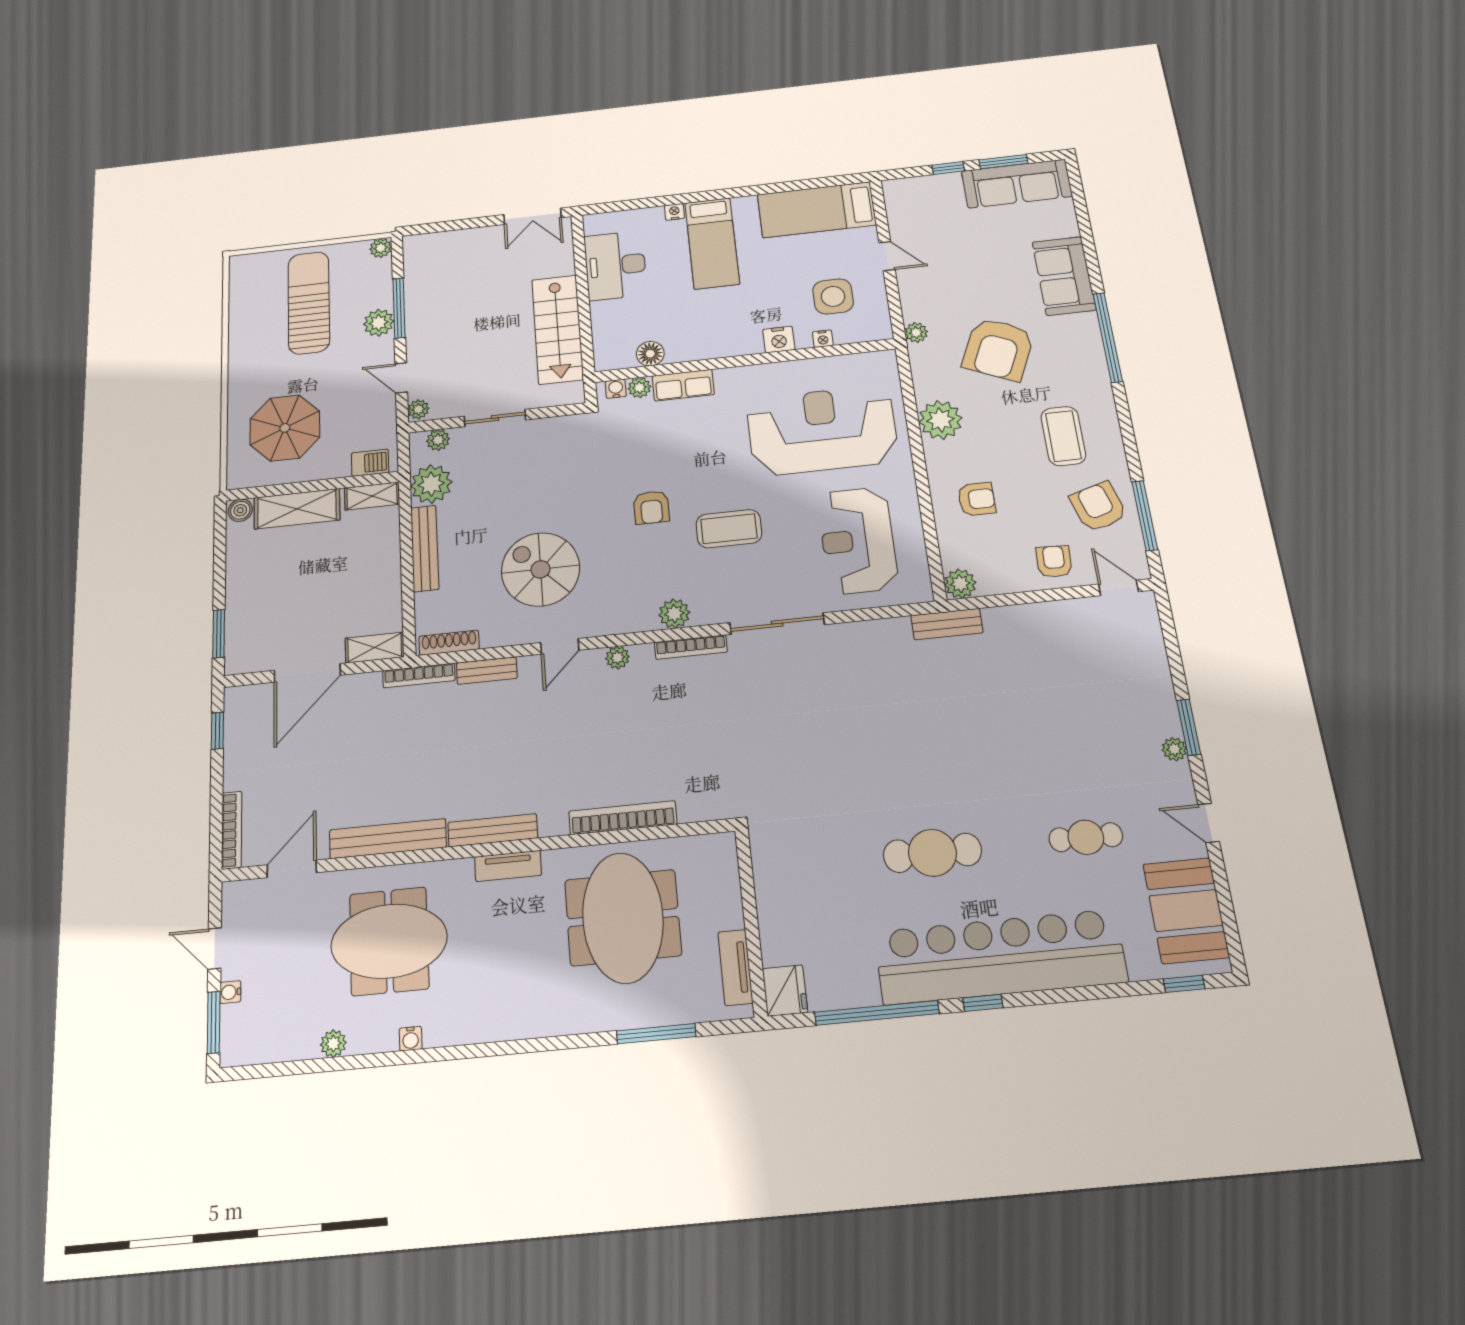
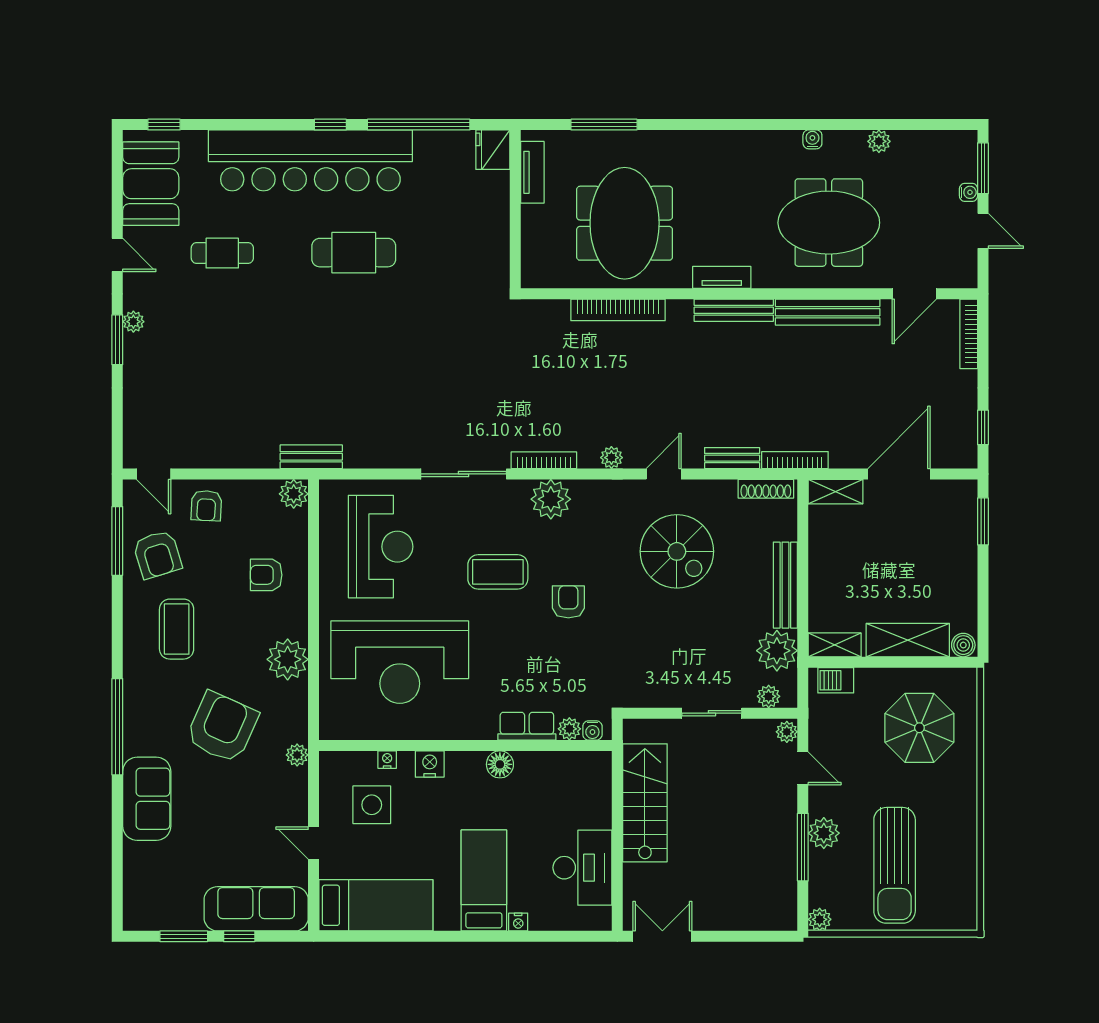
sofa: (1017, 184) -> (256, 909), moved
floor lamp: (650, 354) -> (500, 764), moved
plant: (674, 614) -> (551, 499), width x1.36, depth x1.36

